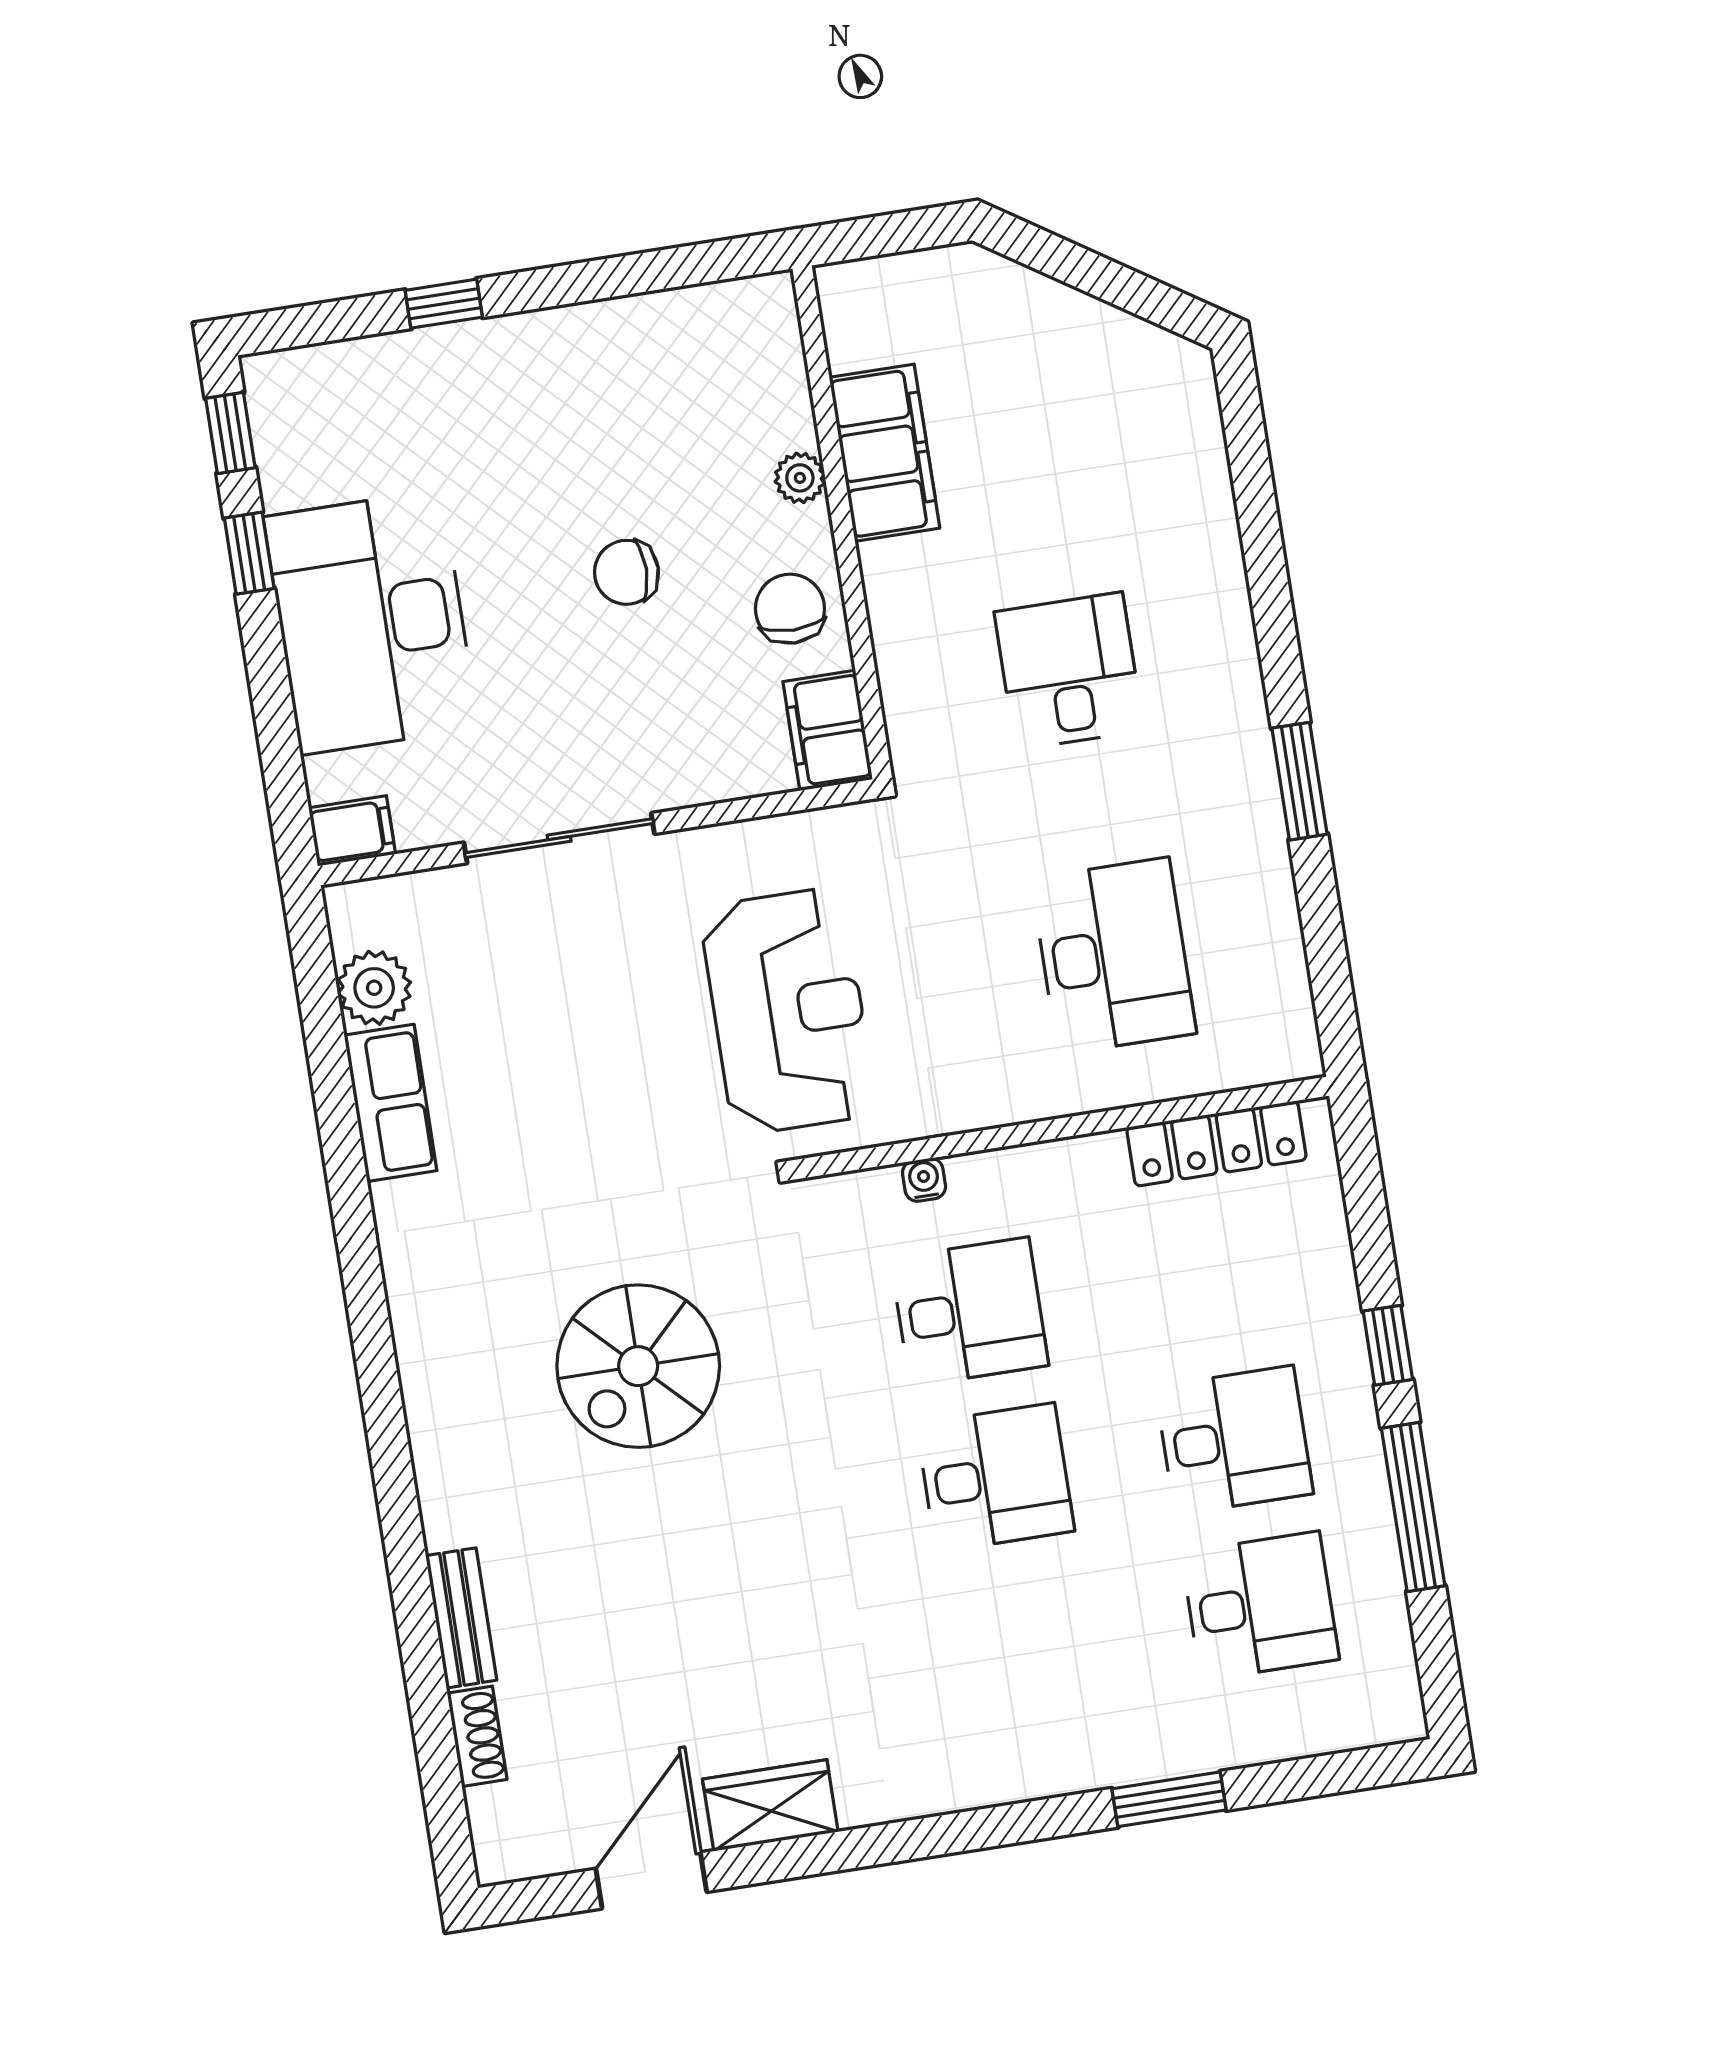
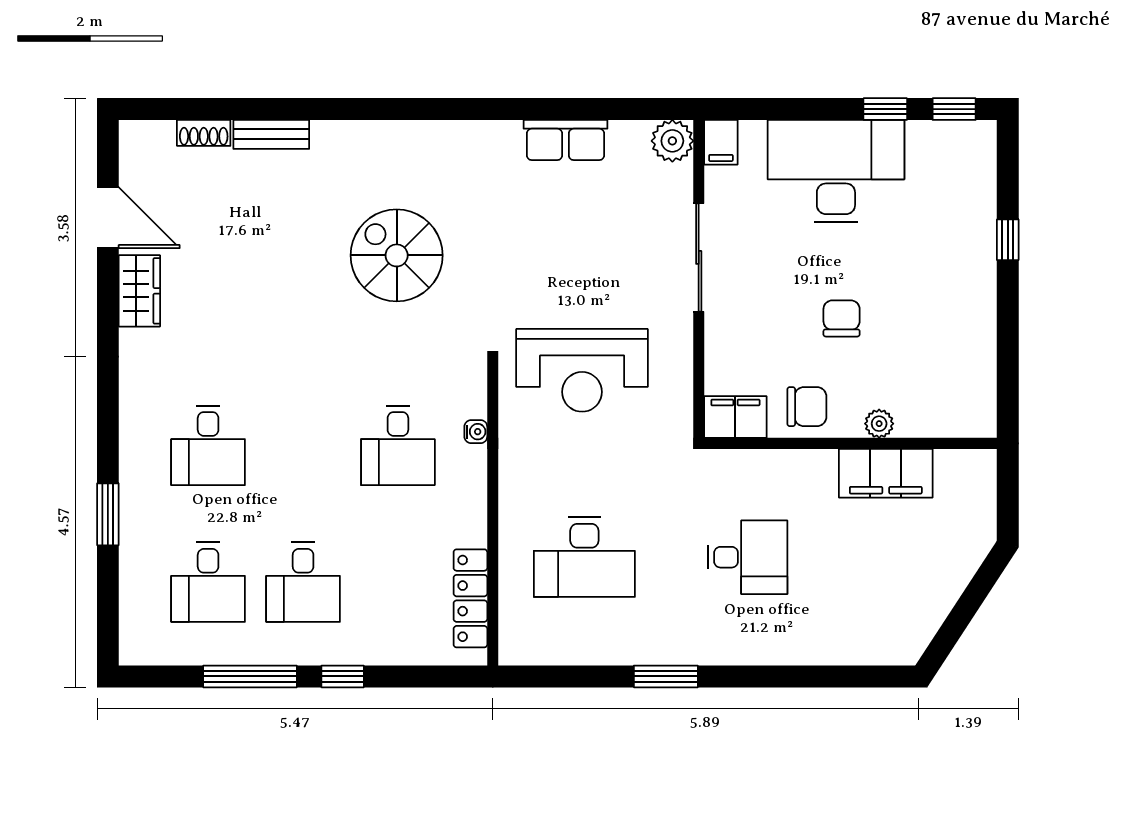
plant: (374, 988) -> (672, 141), moved
desk: (995, 1478) -> (208, 445), moved

